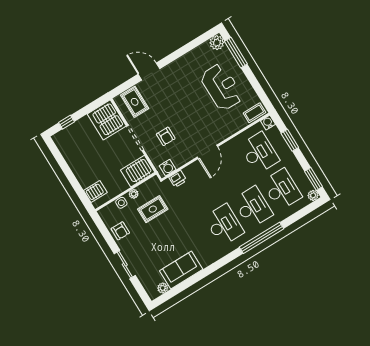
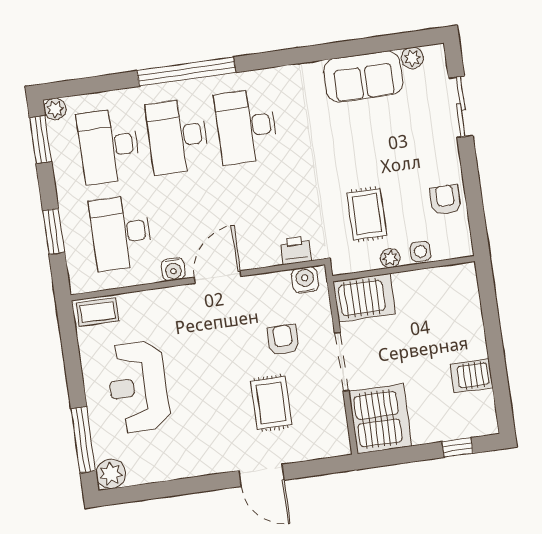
rug: (135, 102) -> (271, 403), moved
water cooler: (268, 122) -> (173, 269), moved
server rack: (95, 191) -> (472, 376), moved
rug: (153, 209) -> (367, 214), turned 90
sliding door: (125, 265) -> (461, 107), moved

